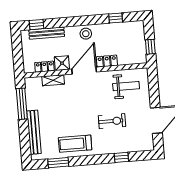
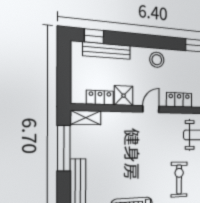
door: (84, 71) -> (151, 109), width x0.53
shelving: (53, 80) -> (86, 118), moved
exercise bike: (112, 121) -> (179, 179), turned -90

